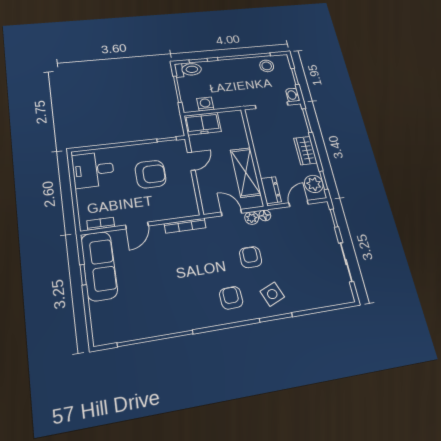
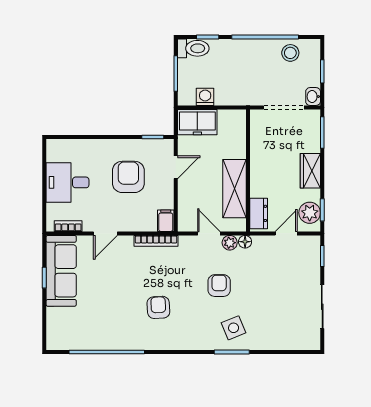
desk: (93, 170) -> (67, 182), moved
armchair: (151, 174) -> (128, 177), turned -90
filing cabinet: (191, 207) -> (166, 221), added
armchair: (231, 298) -> (158, 307), moved

